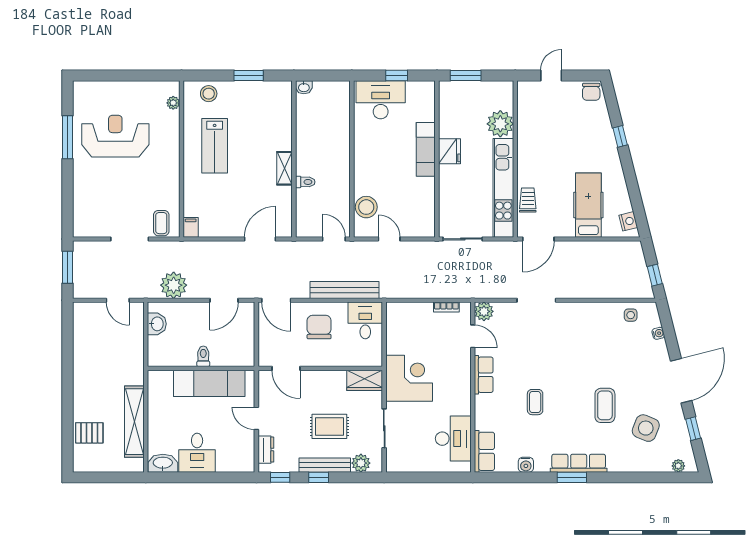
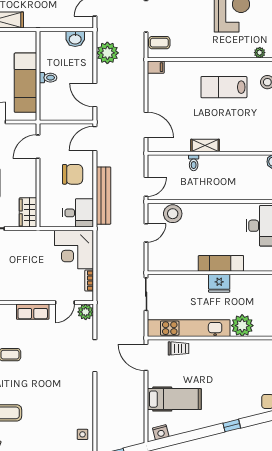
corner desk: (409, 378) -> (74, 249), moved, turned 90

